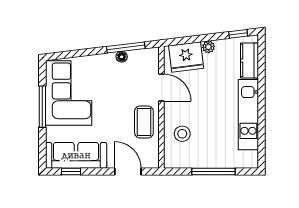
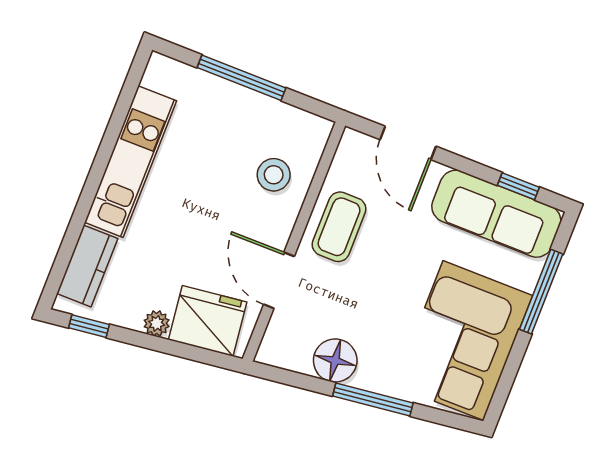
window: (126, 48) -> (373, 399), moved
floor lamp: (122, 57) -> (335, 361), width x1.89, depth x1.89
window: (42, 107) -> (541, 292), moved

